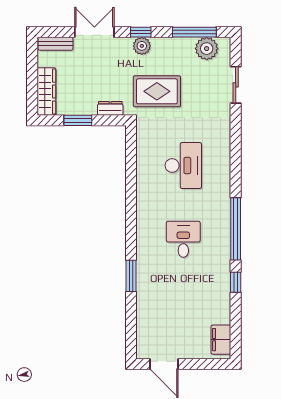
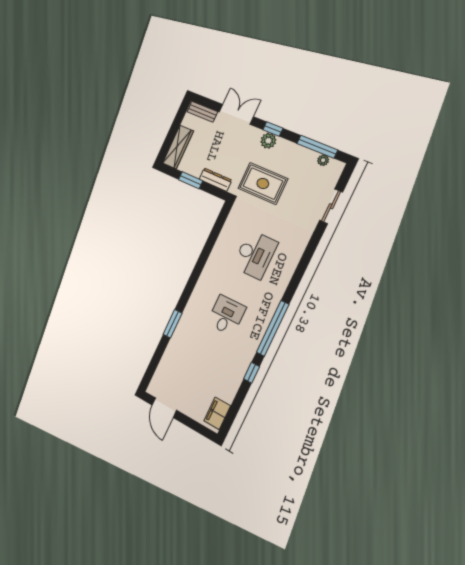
plant: (207, 49) -> (323, 160), width x0.53, depth x0.53
dresser: (110, 108) -> (215, 180), width x1.44

